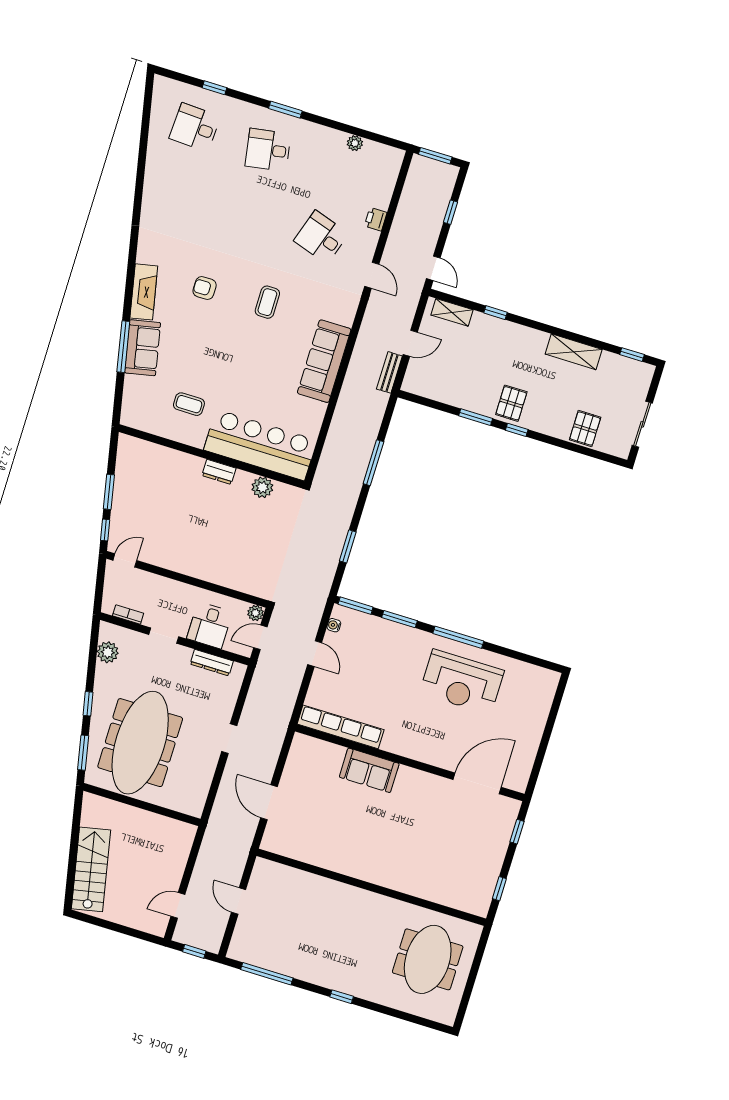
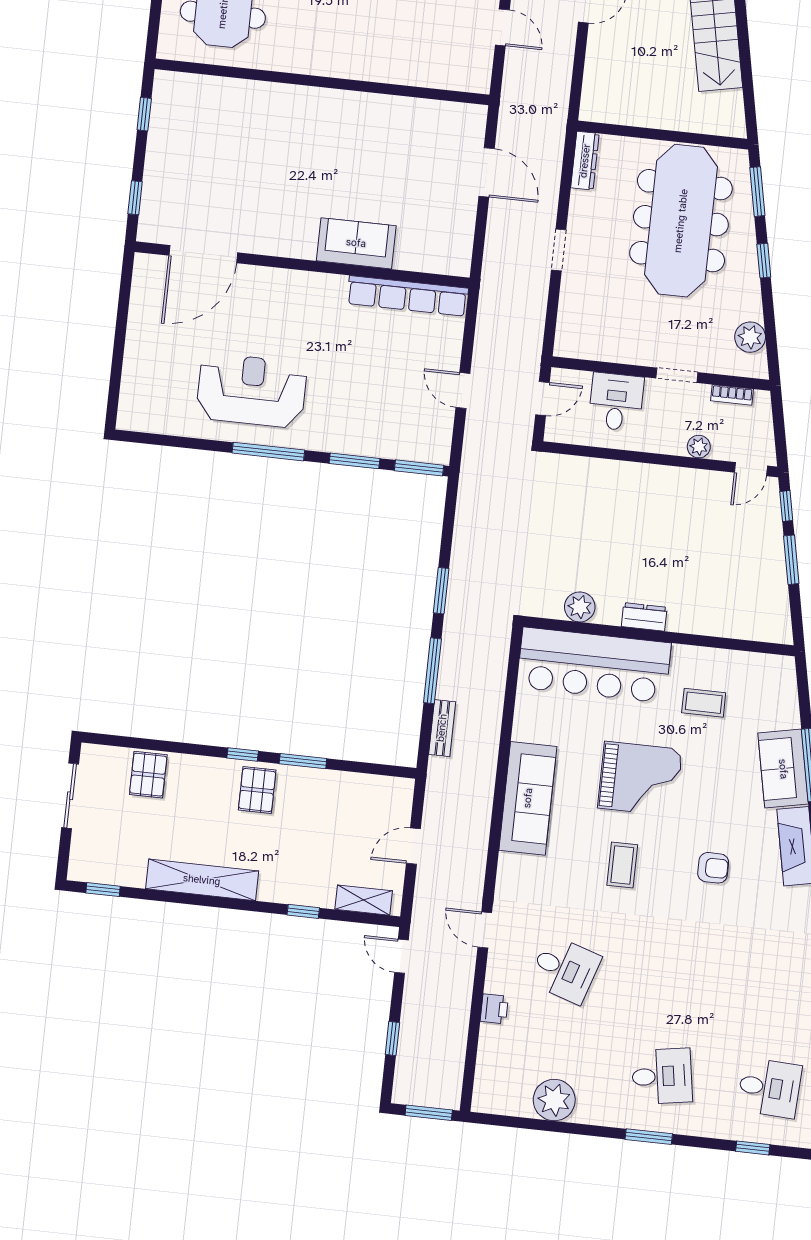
plant: (355, 143) -> (554, 1100), width x1.87, depth x1.87
shelving: (574, 352) -> (202, 880), width x1.47
grand piano: (244, 360) -> (640, 779), added
bench: (389, 372) -> (442, 728), moved
window: (348, 546) -> (441, 591), moved
plant: (256, 613) -> (699, 447), moved
water cooler: (334, 625) -> (444, 435), removed
dresser: (212, 663) -> (585, 161), moved, turned 90

